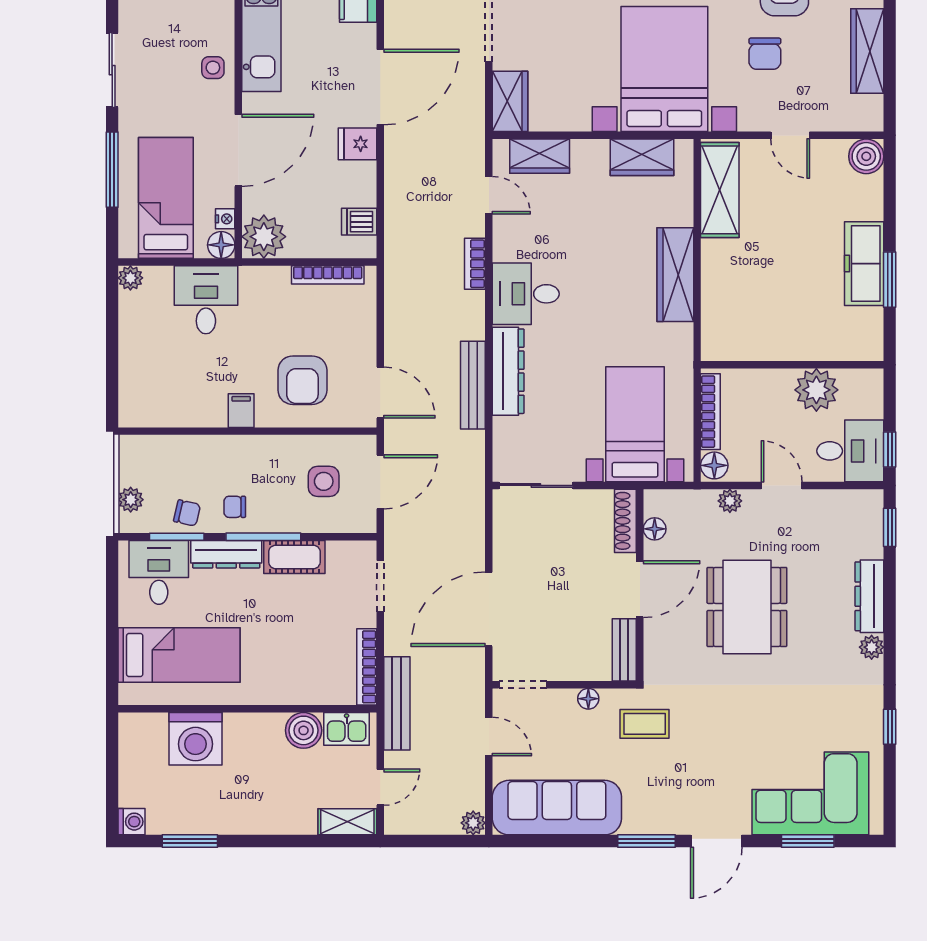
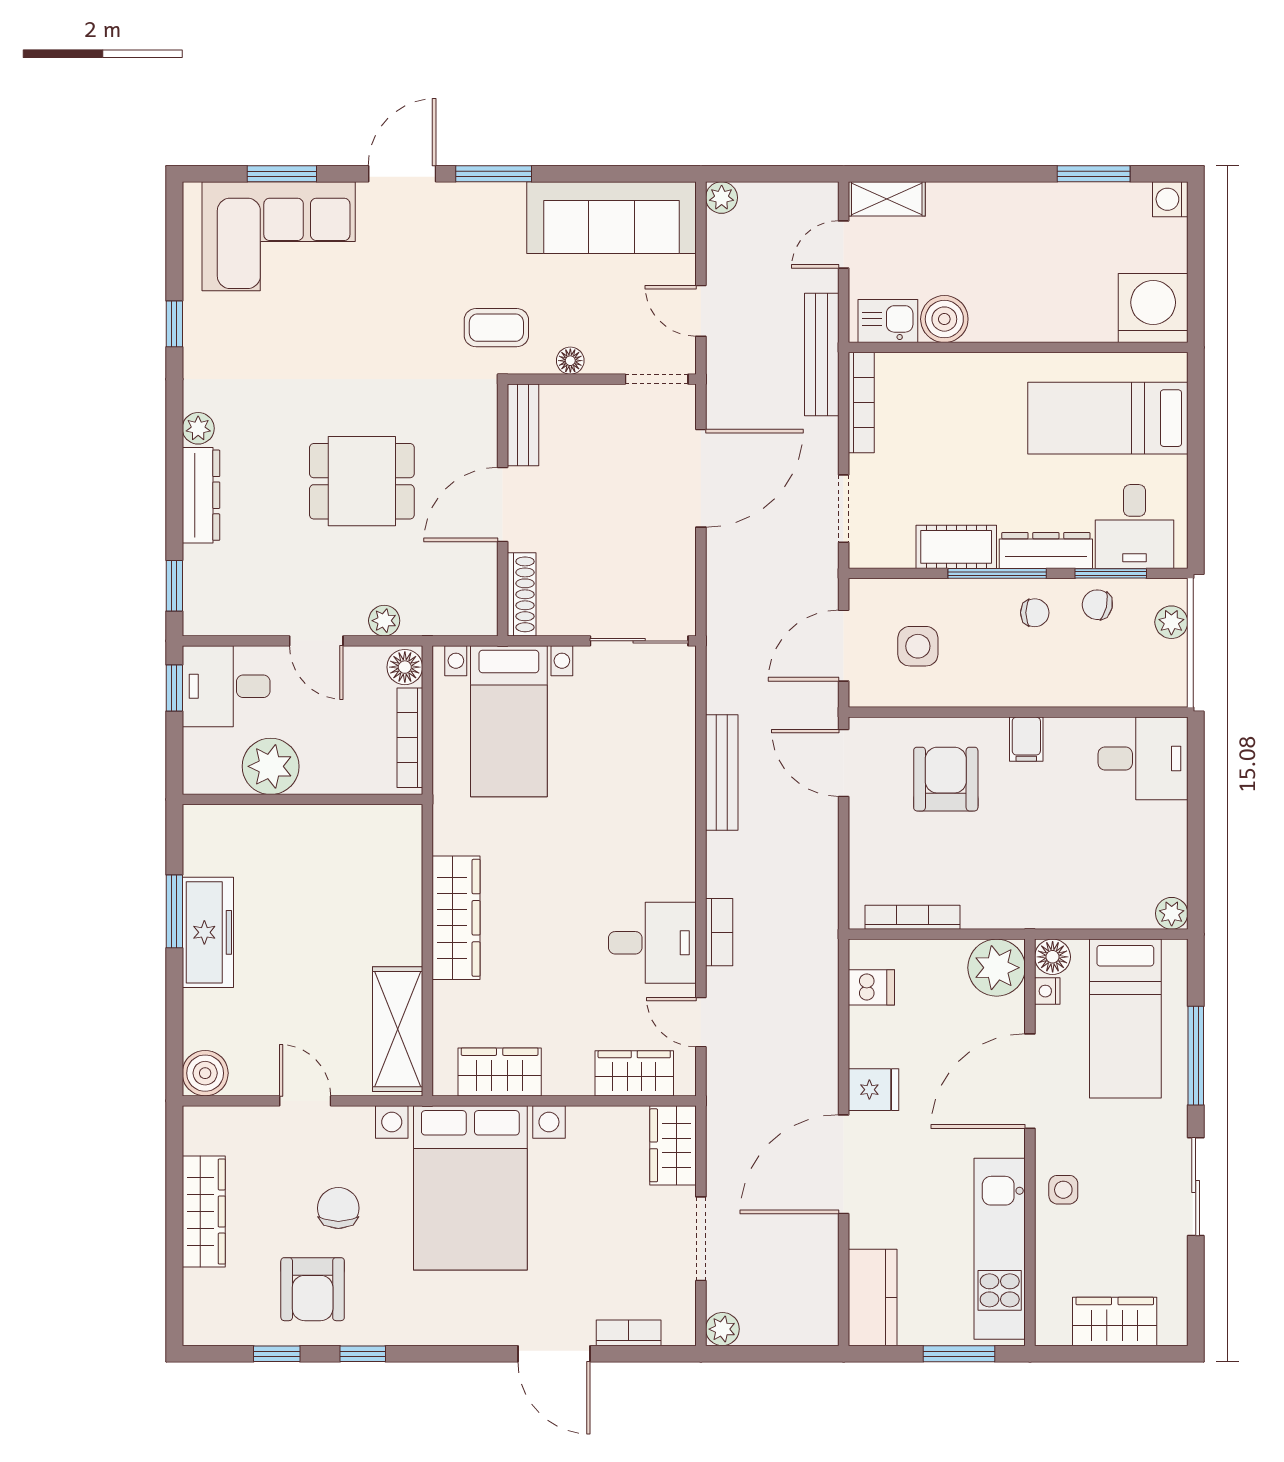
desk: (526, 294) -> (652, 943), moved
desk: (206, 300) -> (1143, 758), moved, turned -90
dresser: (508, 371) -> (675, 791), removed
floor lamp: (655, 529) -> (483, 584), removed
dining table: (747, 607) -> (362, 481), width x0.73
washing machine: (195, 739) -> (1153, 308), moved

